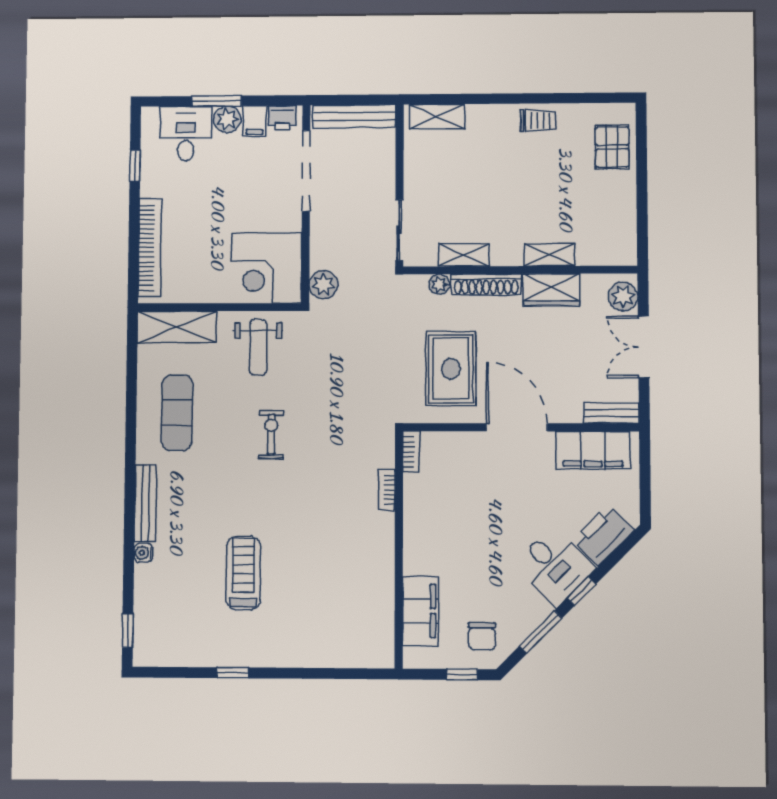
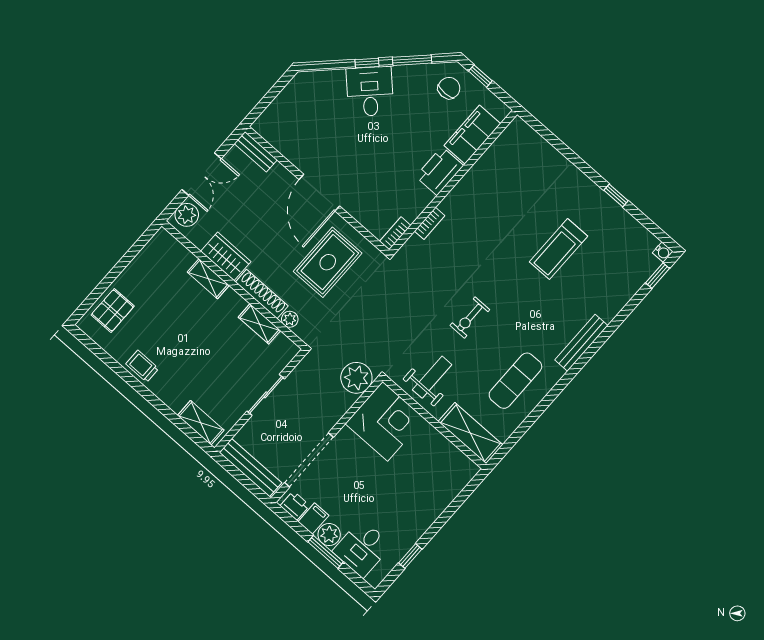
sliding door: (399, 230) -> (266, 395), moved
bookcase: (150, 248) -> (445, 497), removed
plant: (323, 285) -> (356, 378), width x1.36, depth x1.36
filing cabinet: (593, 450) -> (286, 139), removed
printer: (603, 535) -> (439, 171), moved, turned 135
water cooler: (143, 553) -> (663, 252), moved

